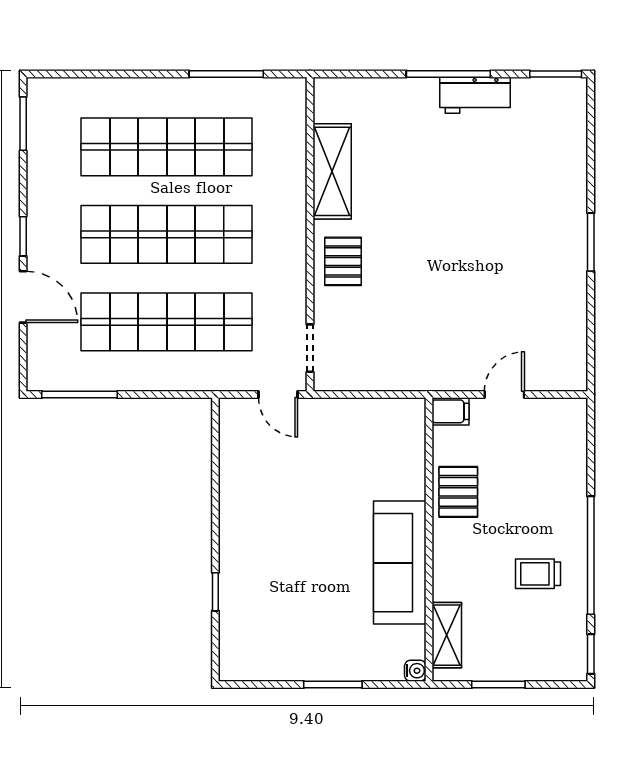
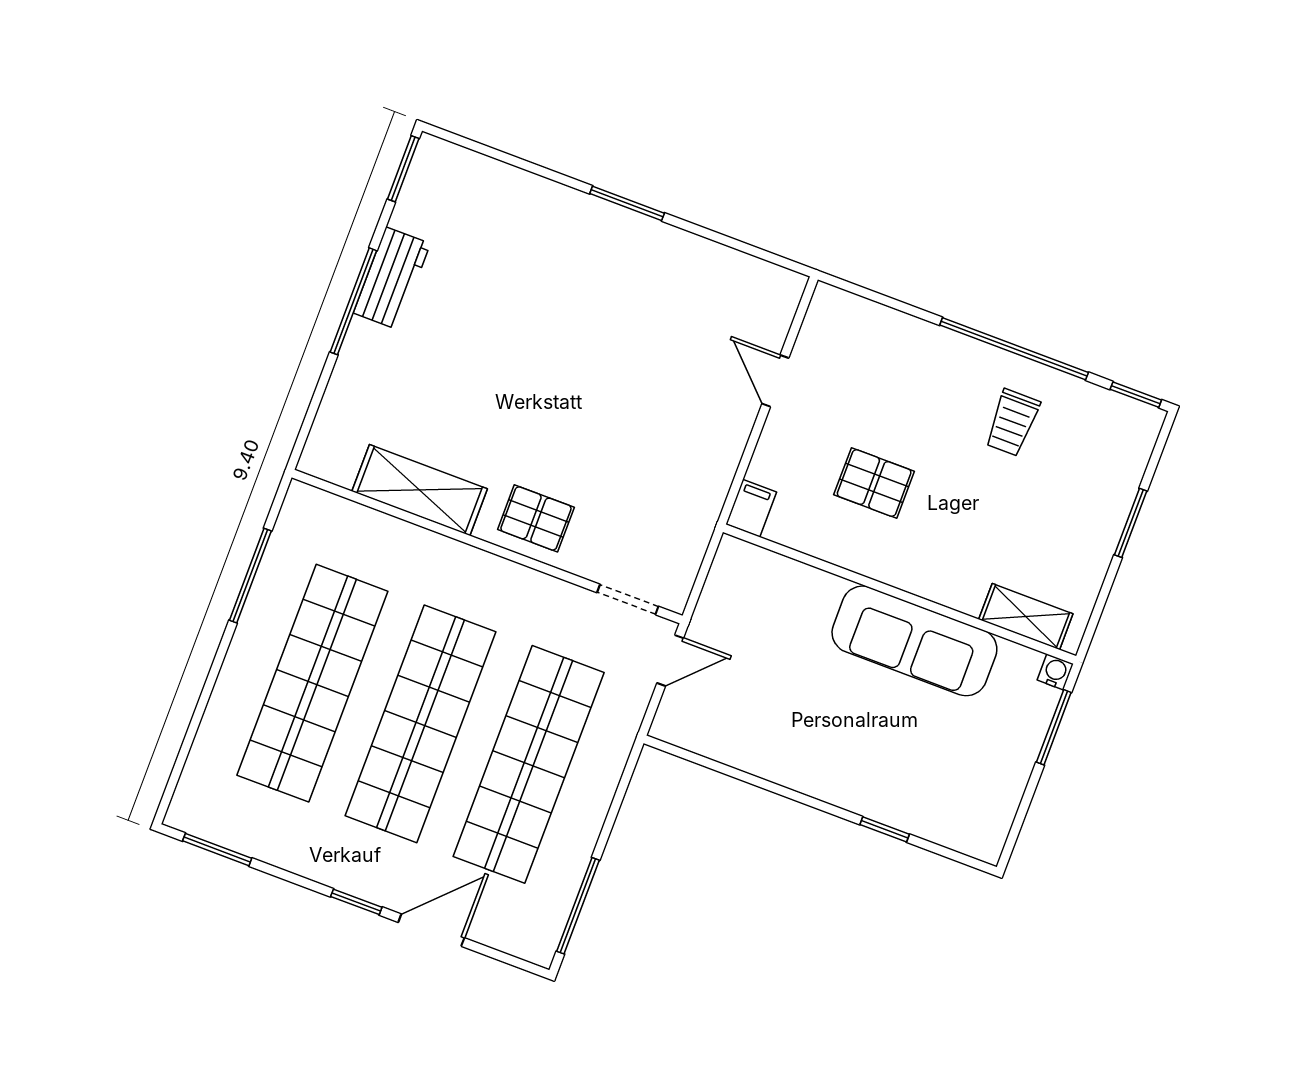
filing cabinet: (450, 411) -> (751, 508), moved
wall: (429, 539) -> (900, 594), moved
sofa: (400, 563) -> (914, 641), moved
shelving: (447, 635) -> (1026, 617), moved
water cooler: (415, 671) -> (1055, 672), moved

